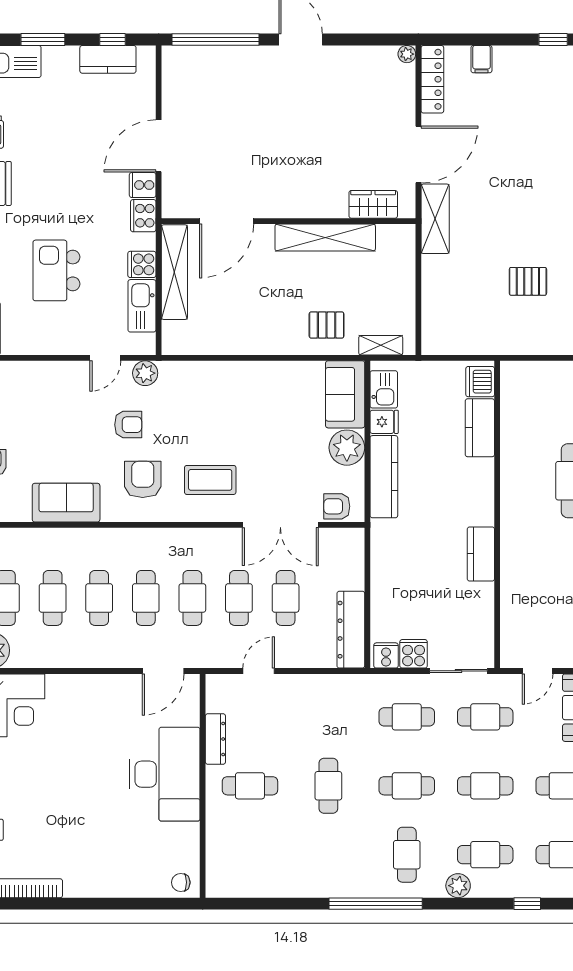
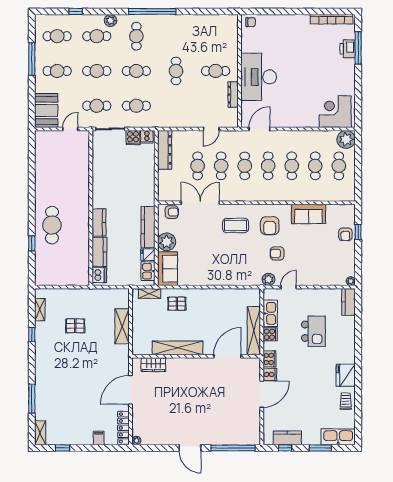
shelving: (435, 219) -> (122, 326), moved
kitchen counter: (481, 554) -> (99, 222), moved

